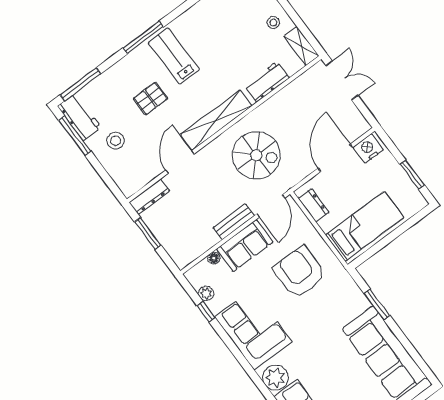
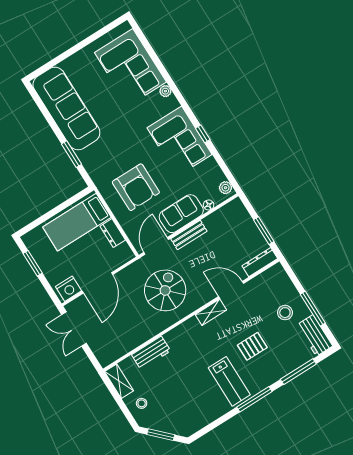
double door: (342, 80) -> (74, 329), moved
window: (80, 84) -> (298, 372), moved
shelving: (216, 120) -> (211, 312), width x0.45, depth x0.75
window: (75, 136) -> (313, 309), moved
spiral stairs: (256, 155) -> (165, 290), turned 90
door: (180, 162) -> (231, 290), swing flipped
dresser: (314, 205) -> (113, 233), moved
plant: (206, 293) -> (225, 188), moved
window: (206, 312) -> (203, 134), moved
plant: (275, 378) -> (165, 91), width x0.53, depth x0.53

